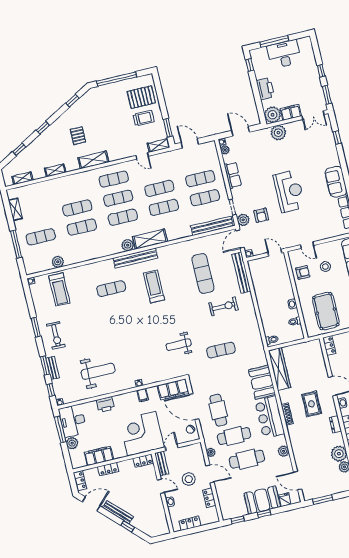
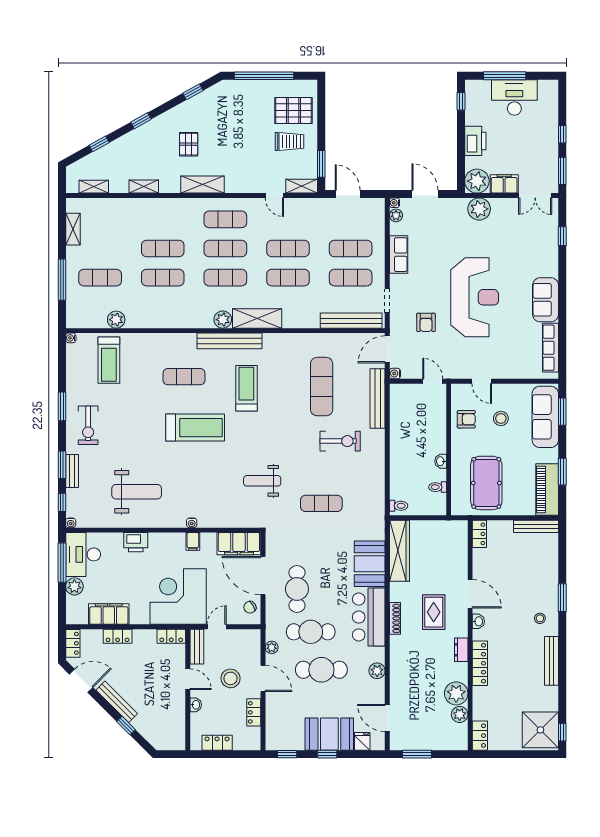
reception desk: (289, 191) -> (475, 297), width x1.36, depth x1.30
plant: (243, 220) -> (398, 323), removed
treadmill: (126, 320) -> (195, 428), added

